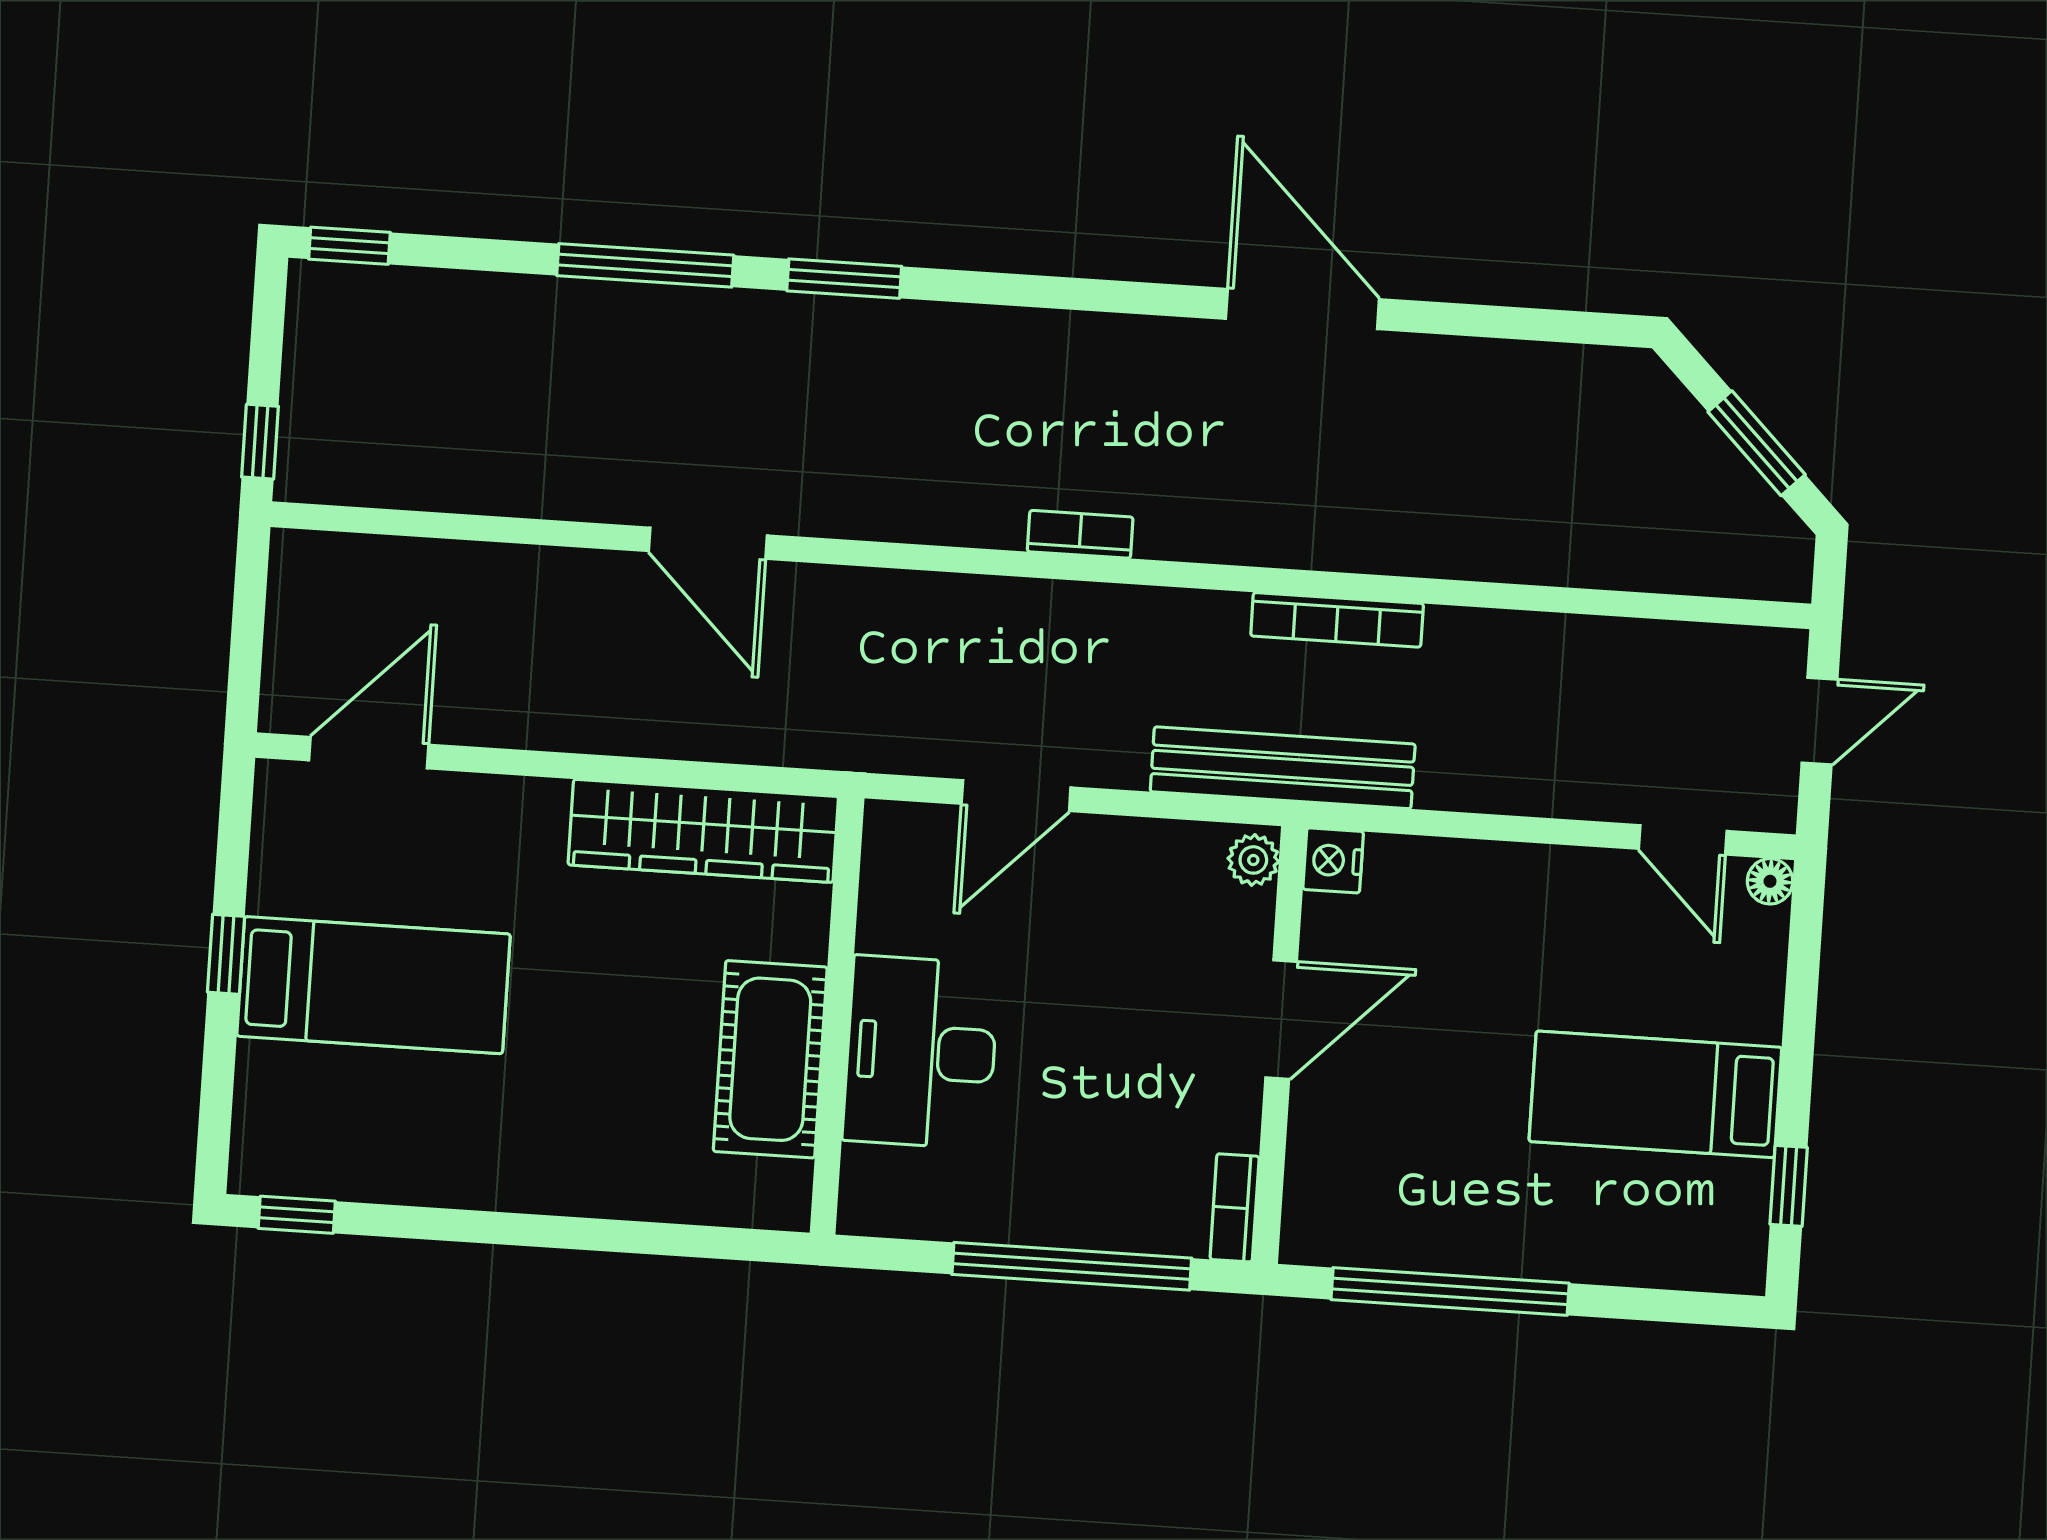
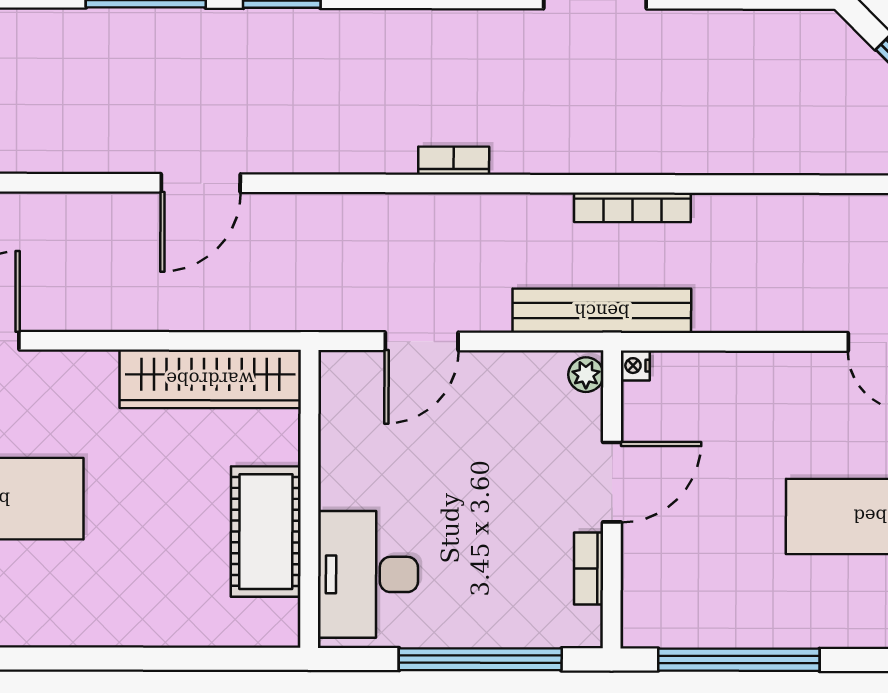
door: (708, 543) -> (201, 183), hinge flipped
nightstand: (1333, 860) -> (635, 366), width x0.72, depth x0.74
desk: (921, 1052) -> (368, 574), moved
bookcase: (1235, 1208) -> (589, 569), moved

